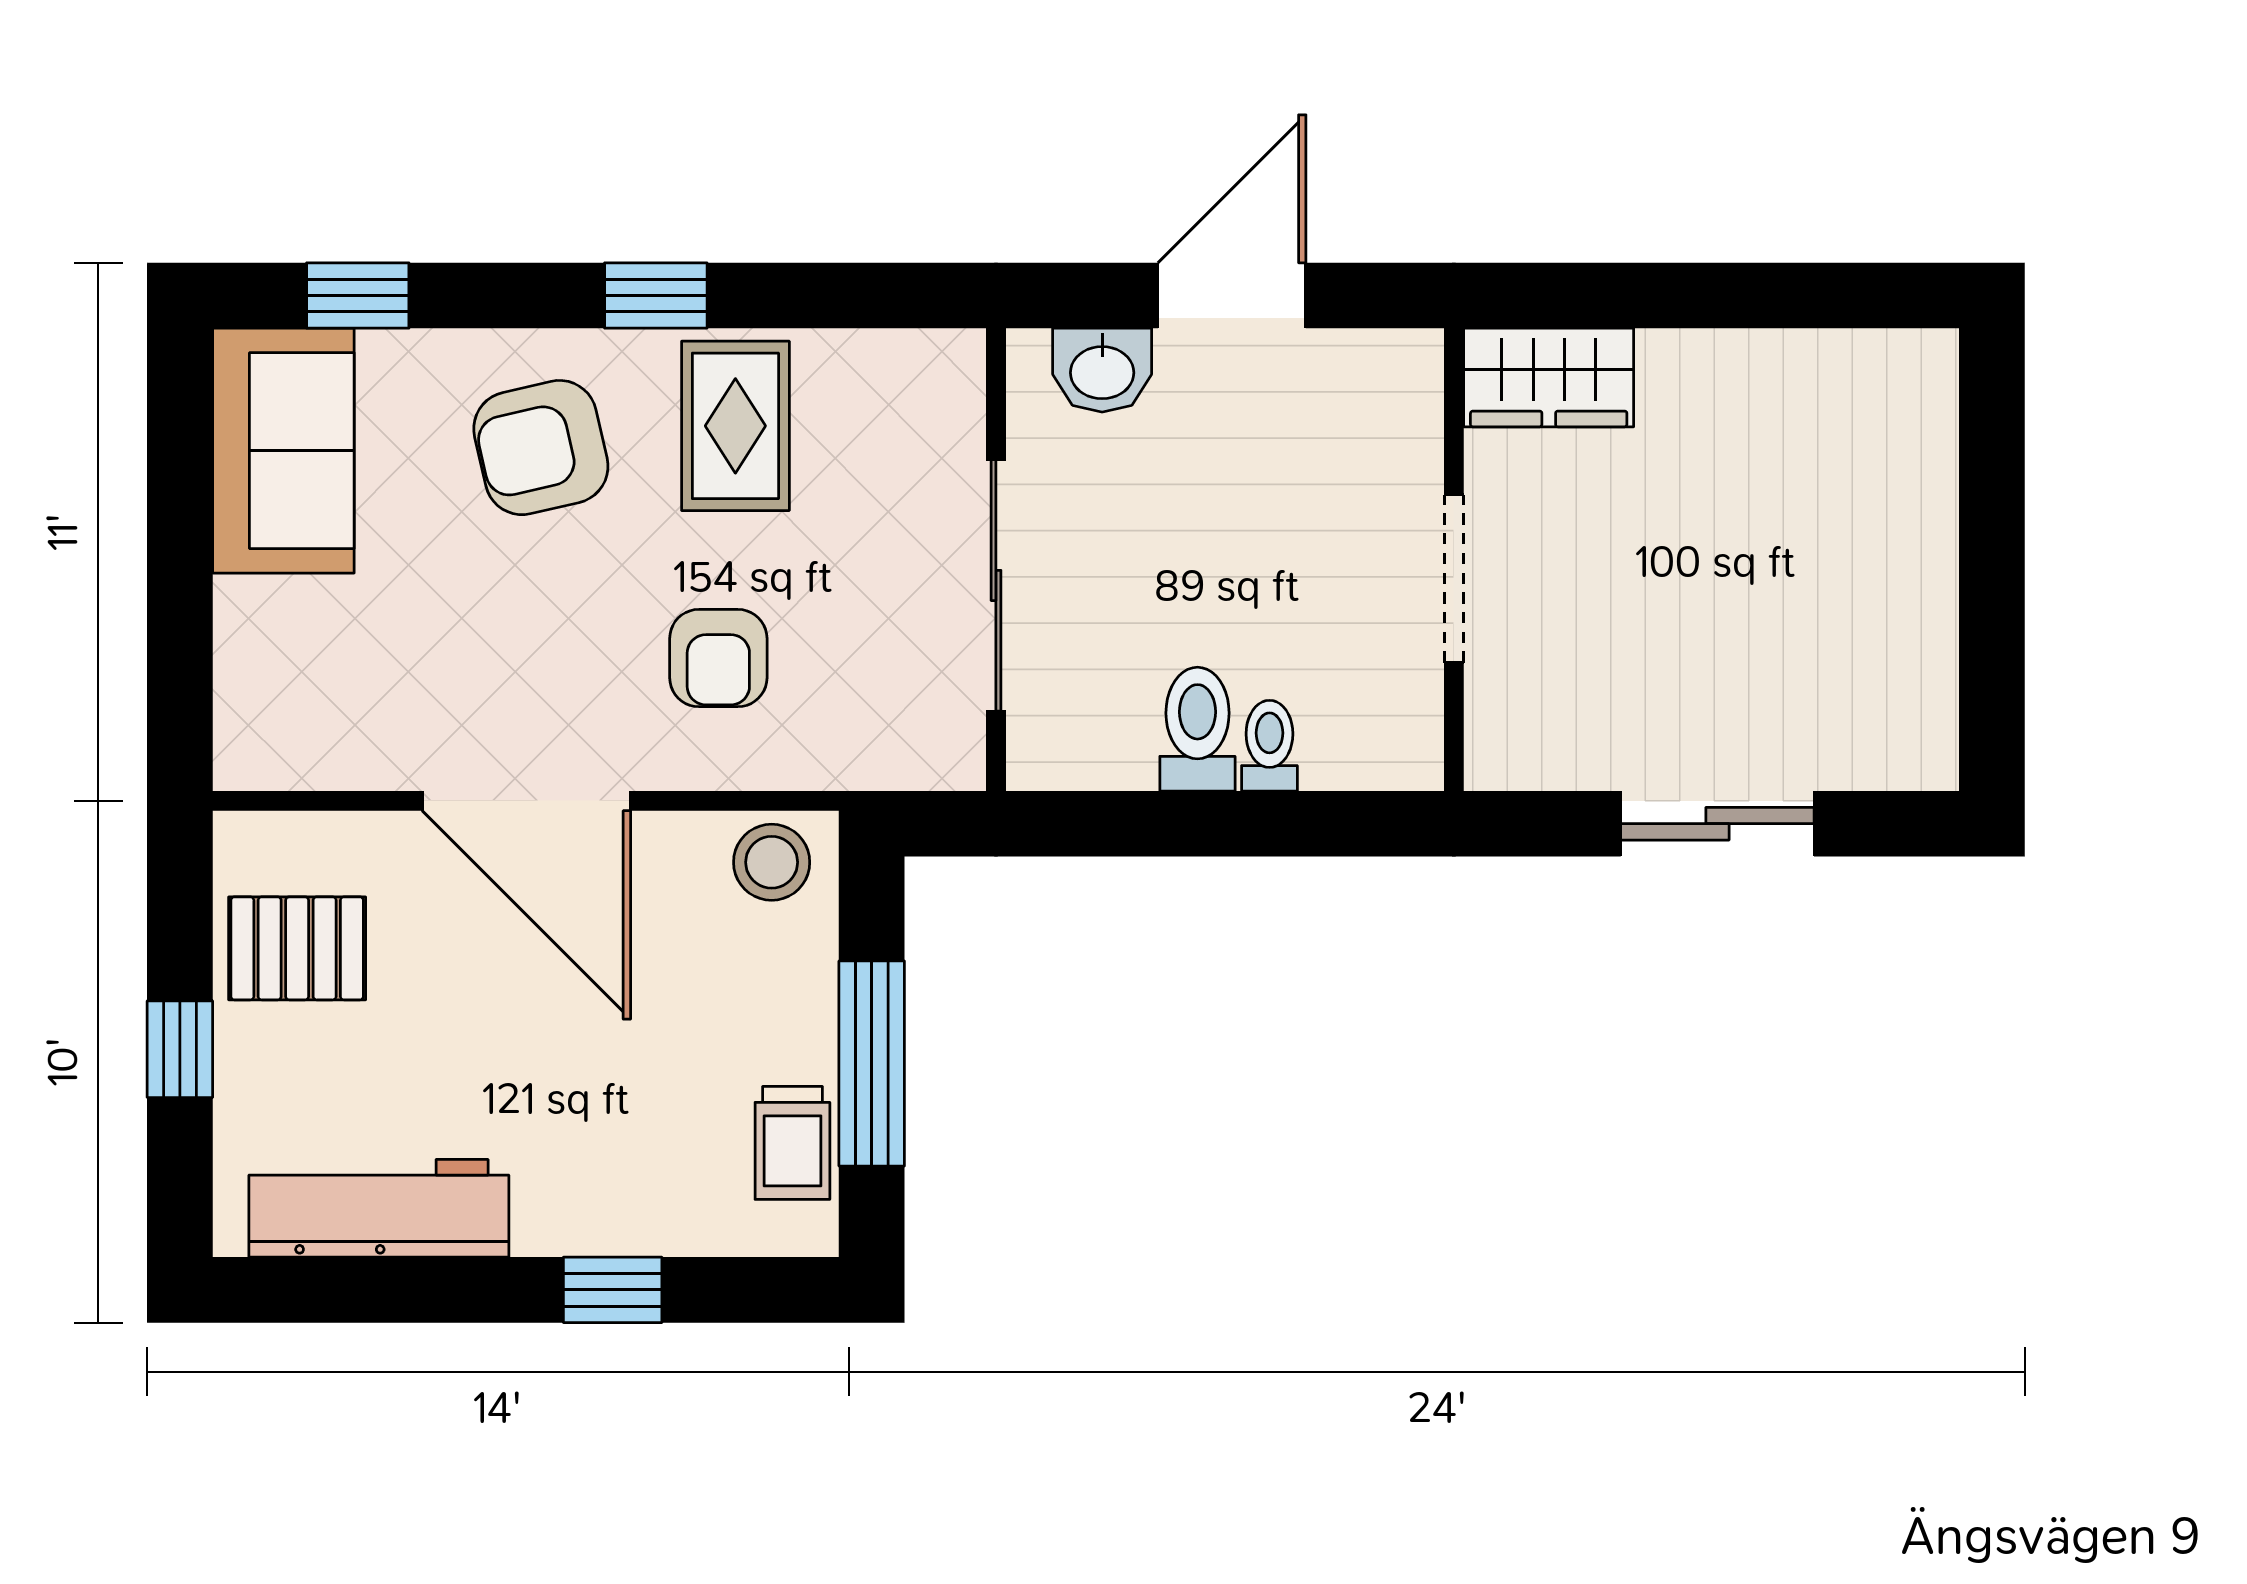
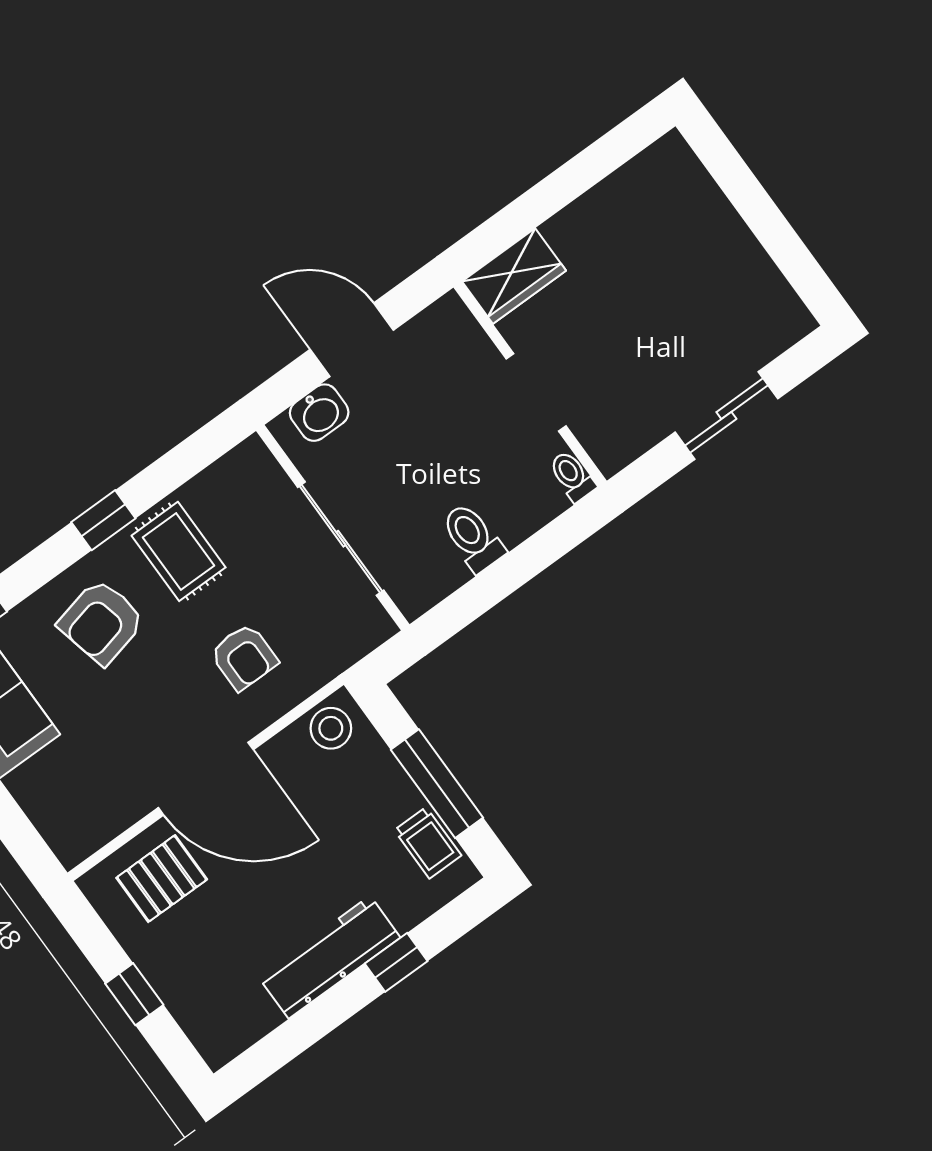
door: (1232, 296) -> (352, 340), hinge flipped
toilet: (1269, 746) -> (572, 476), moved
pallet: (297, 948) -> (162, 879), moved
workbench: (379, 1208) -> (329, 957), moved

